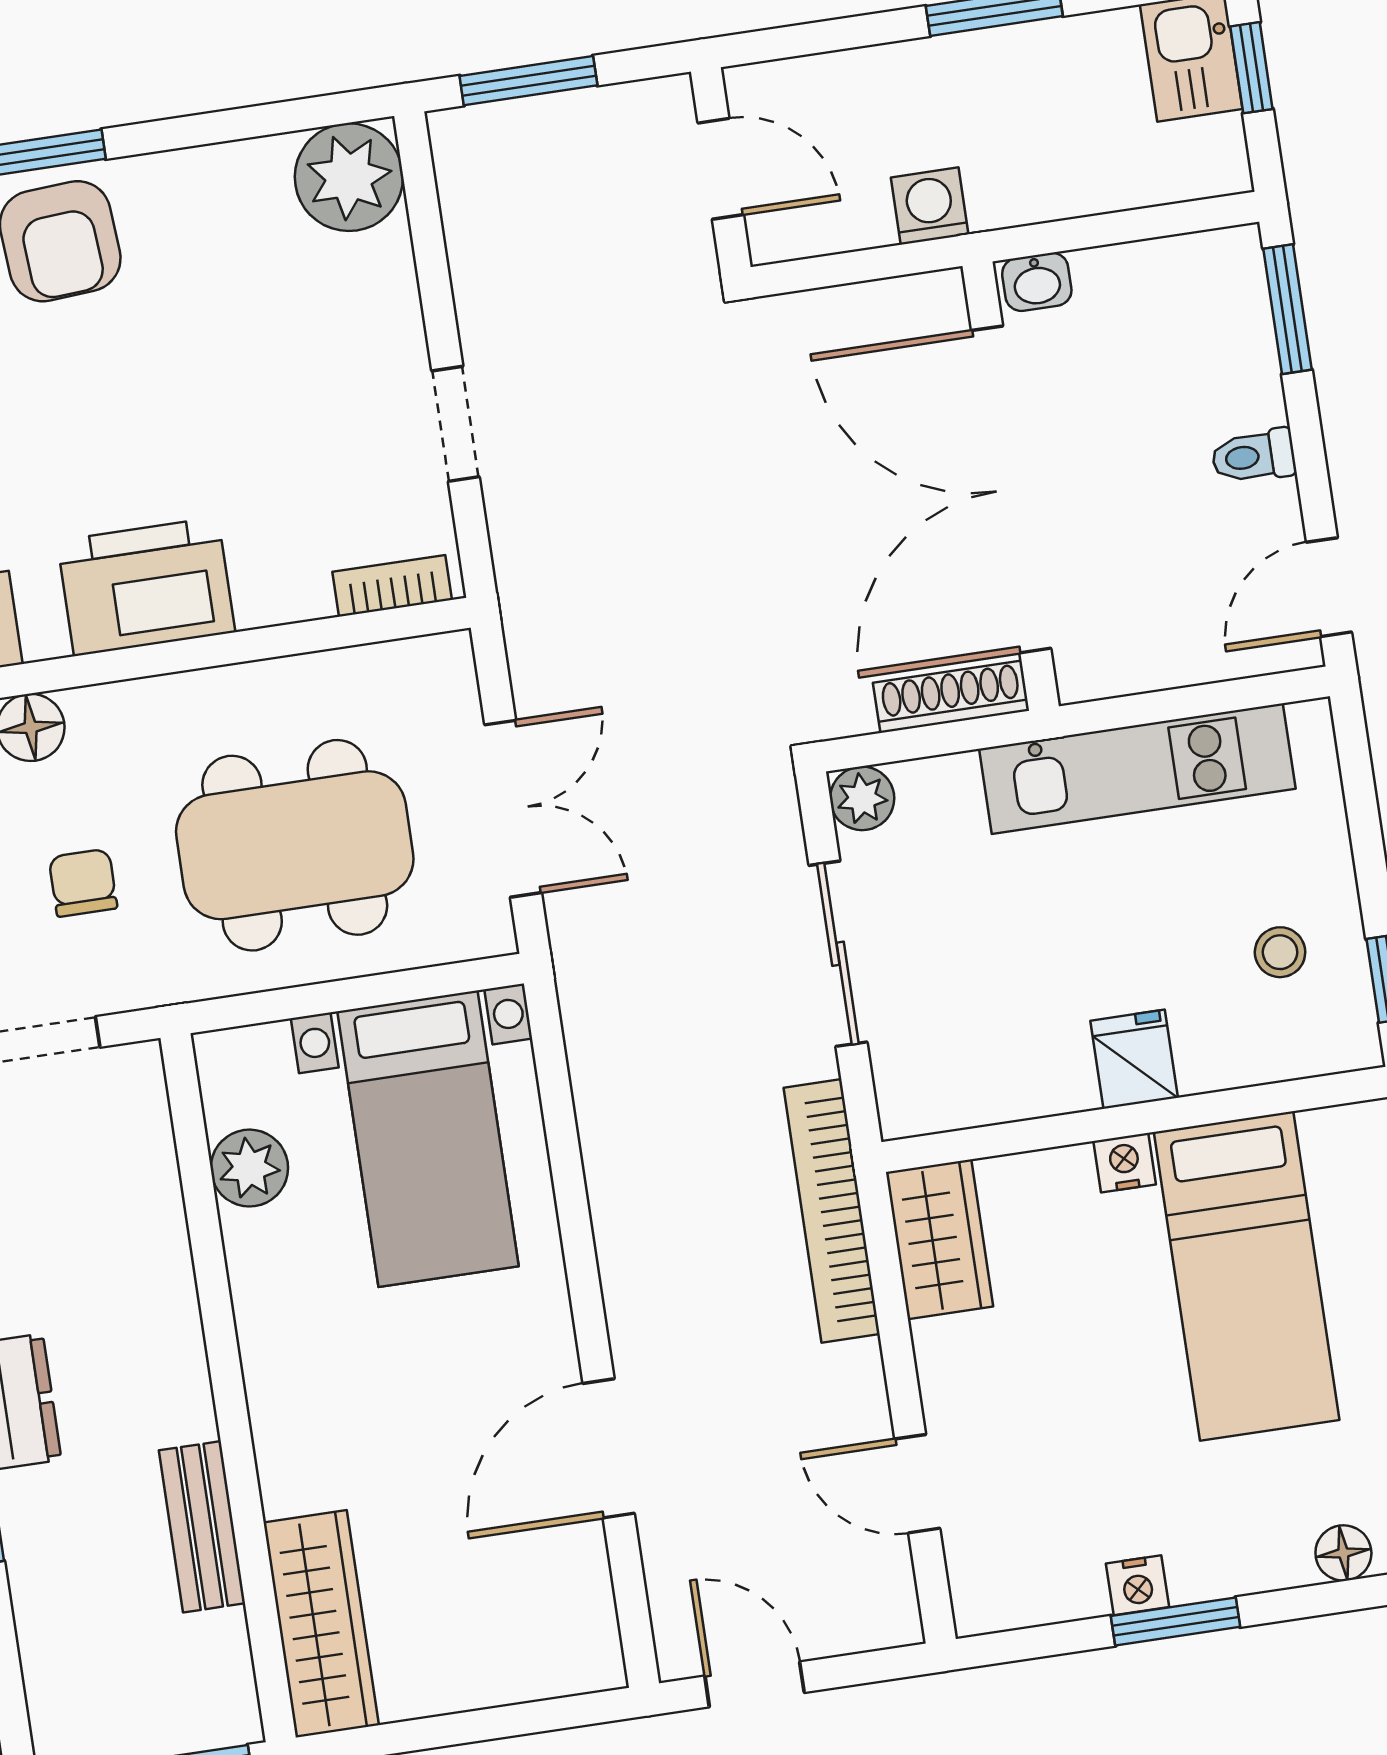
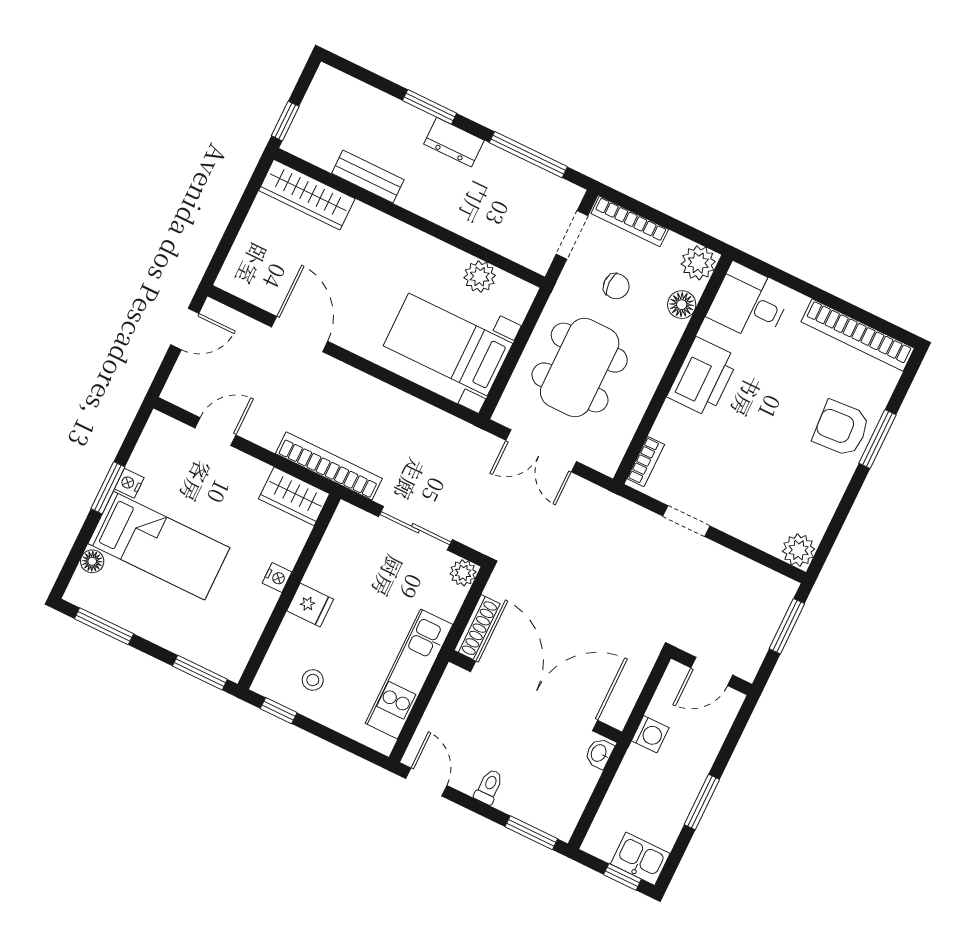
plant: (349, 177) -> (799, 550), width x0.73, depth x0.73
bed: (1247, 1276) -> (159, 546), moved, turned 180

